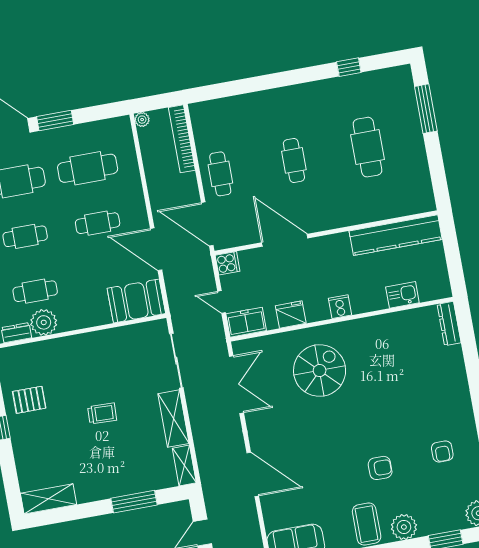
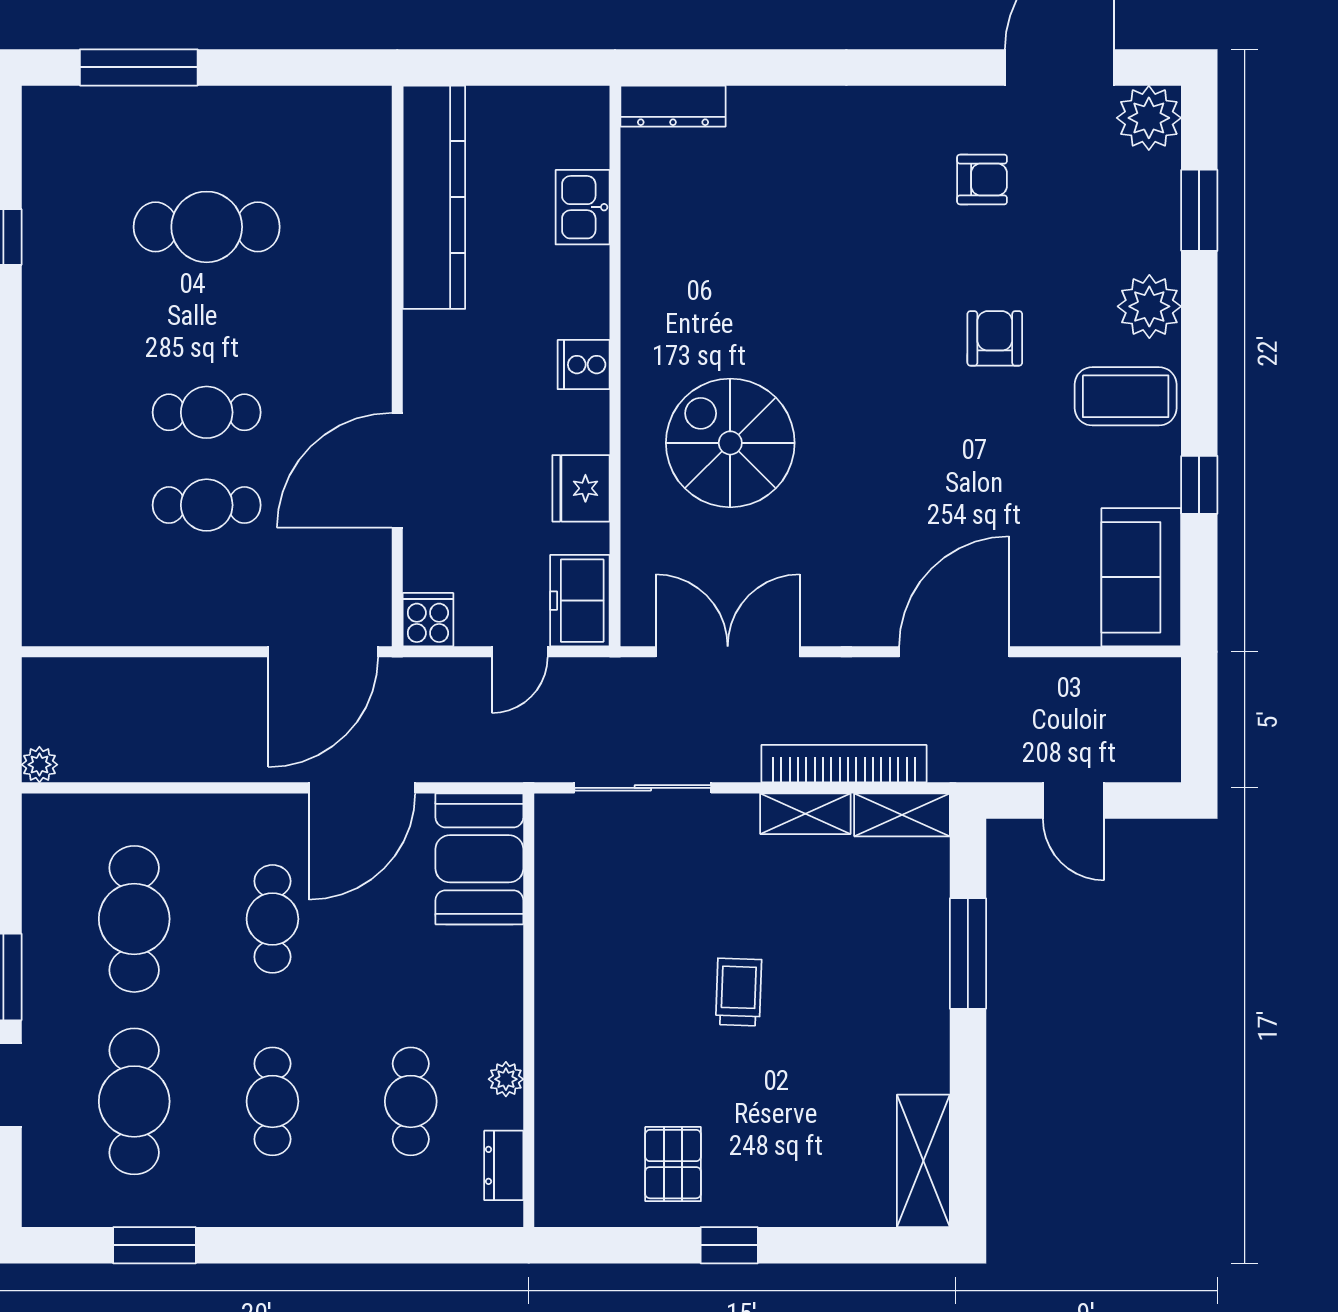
bookcase: (182, 139) -> (844, 764), moved, turned 180
cafe table: (220, 174) -> (207, 505), moved
plant: (44, 322) -> (506, 1079), width x0.53, depth x0.53
shelving: (173, 419) -> (805, 814), width x0.67, depth x0.75

